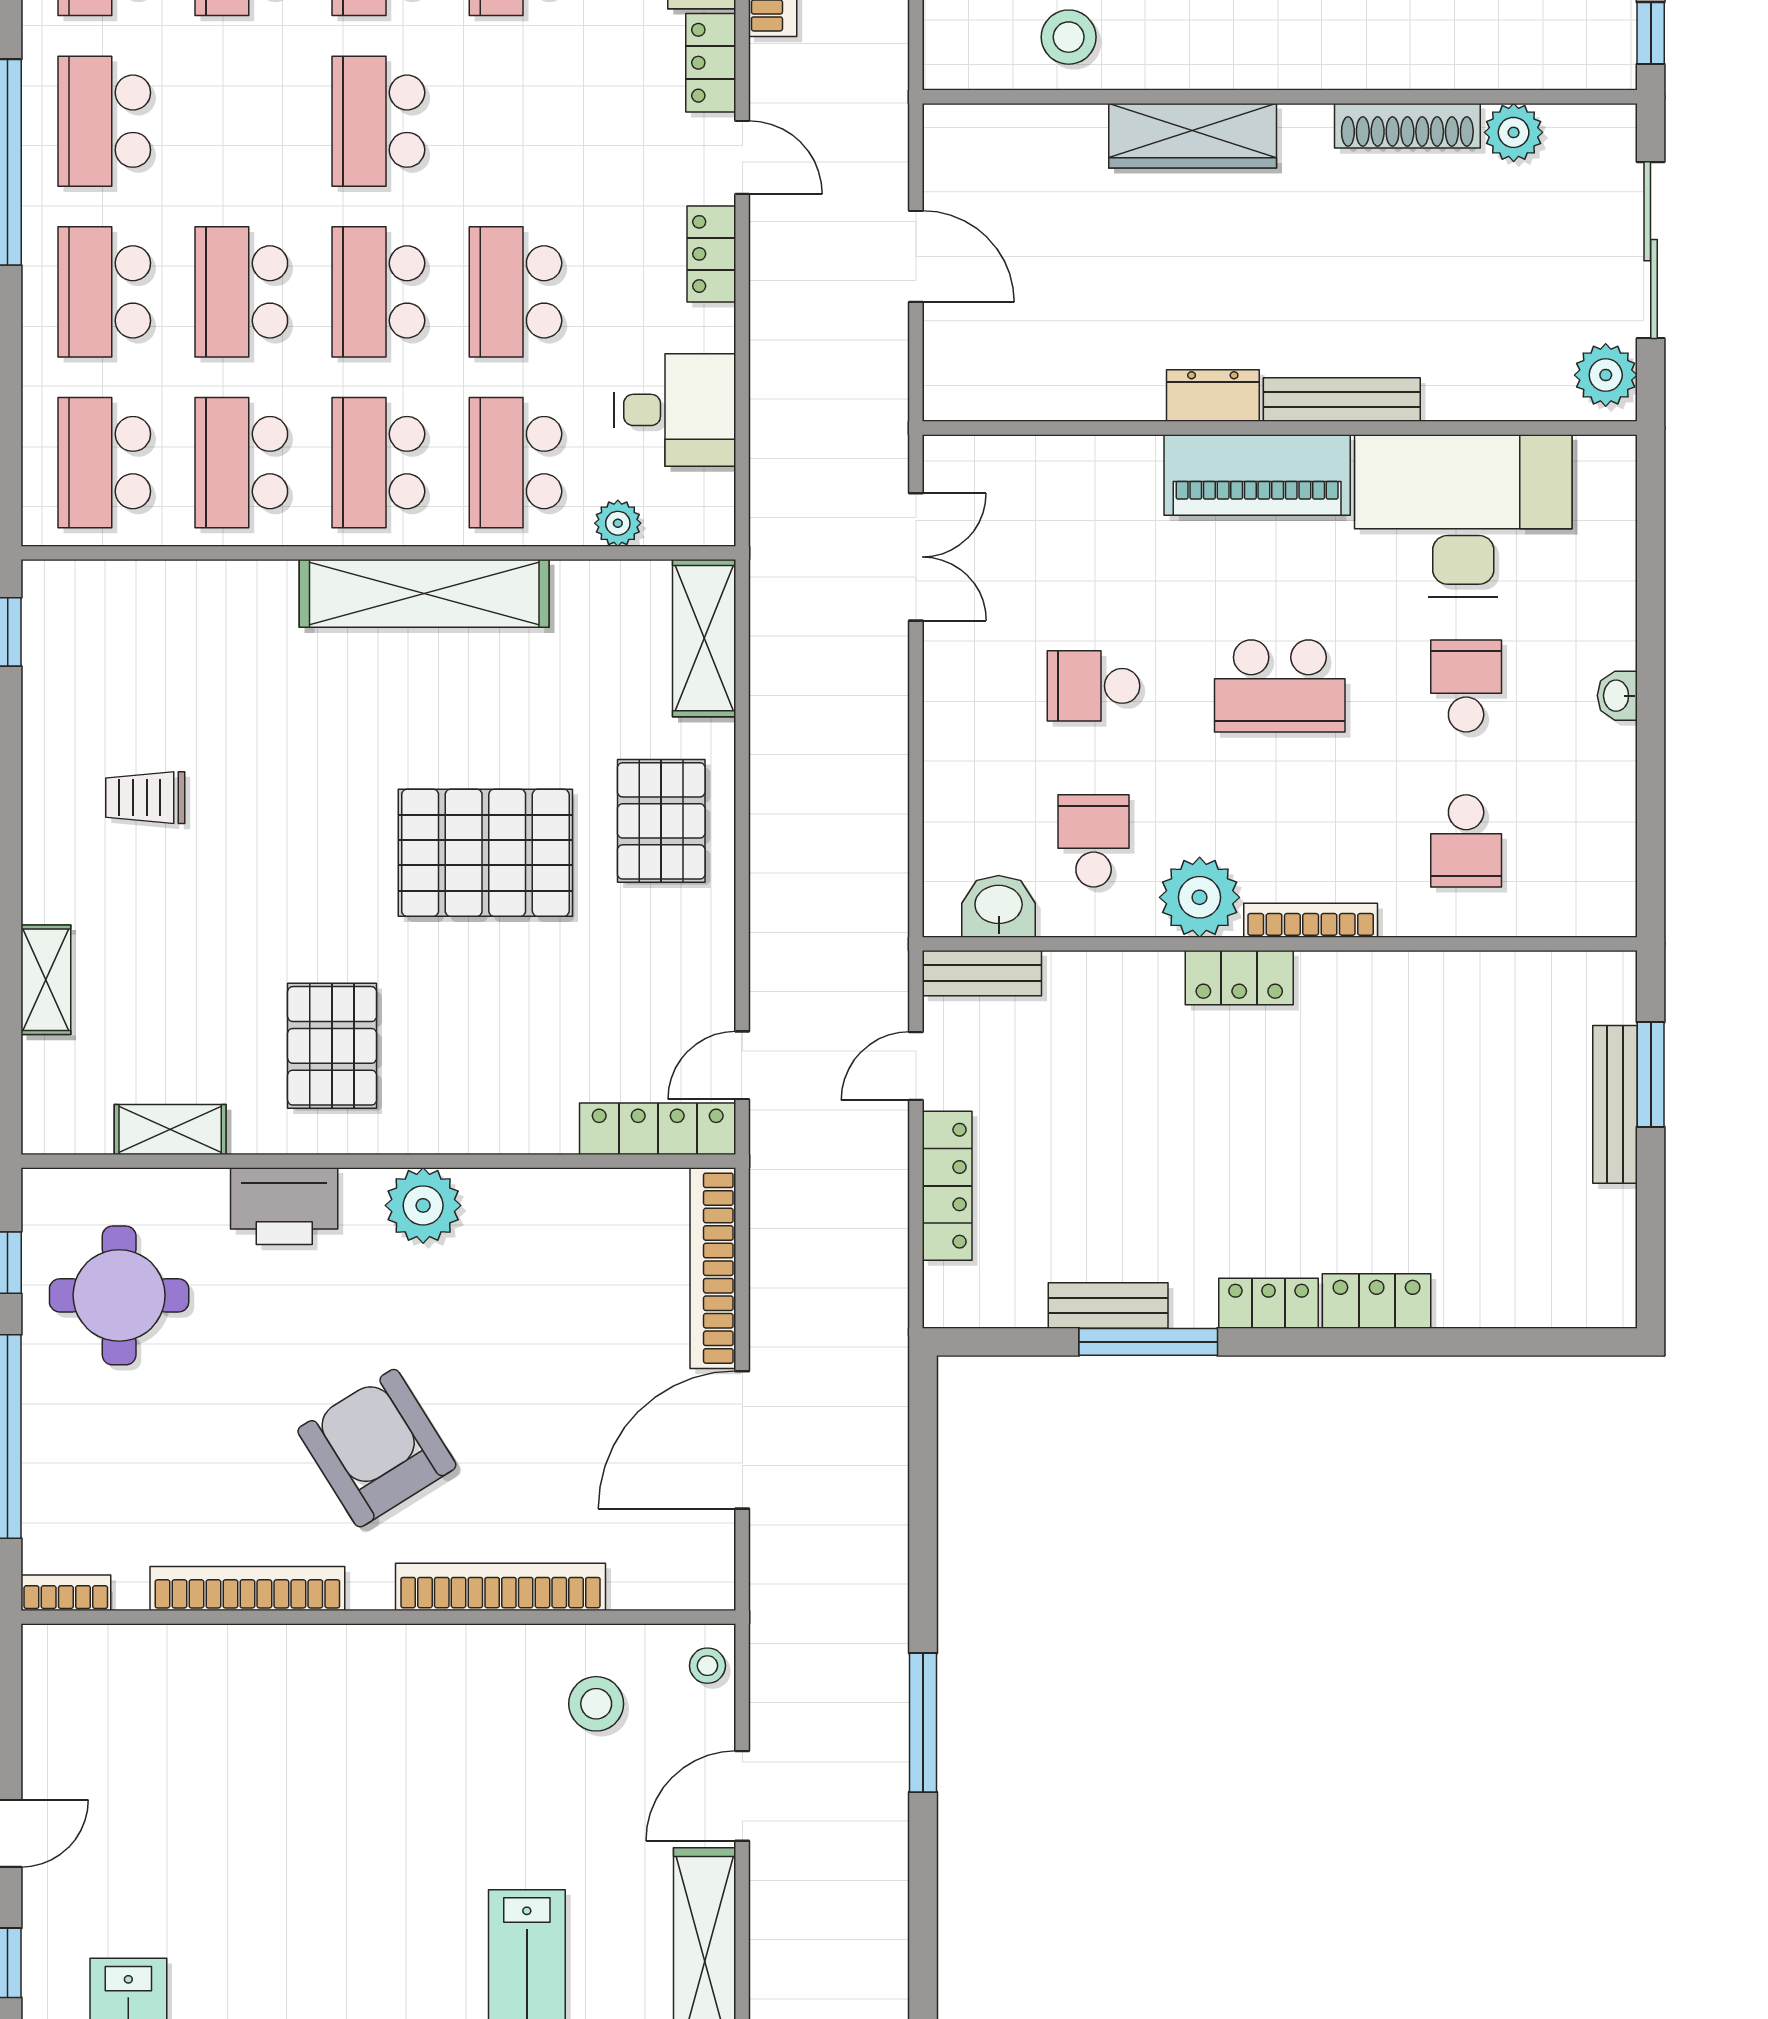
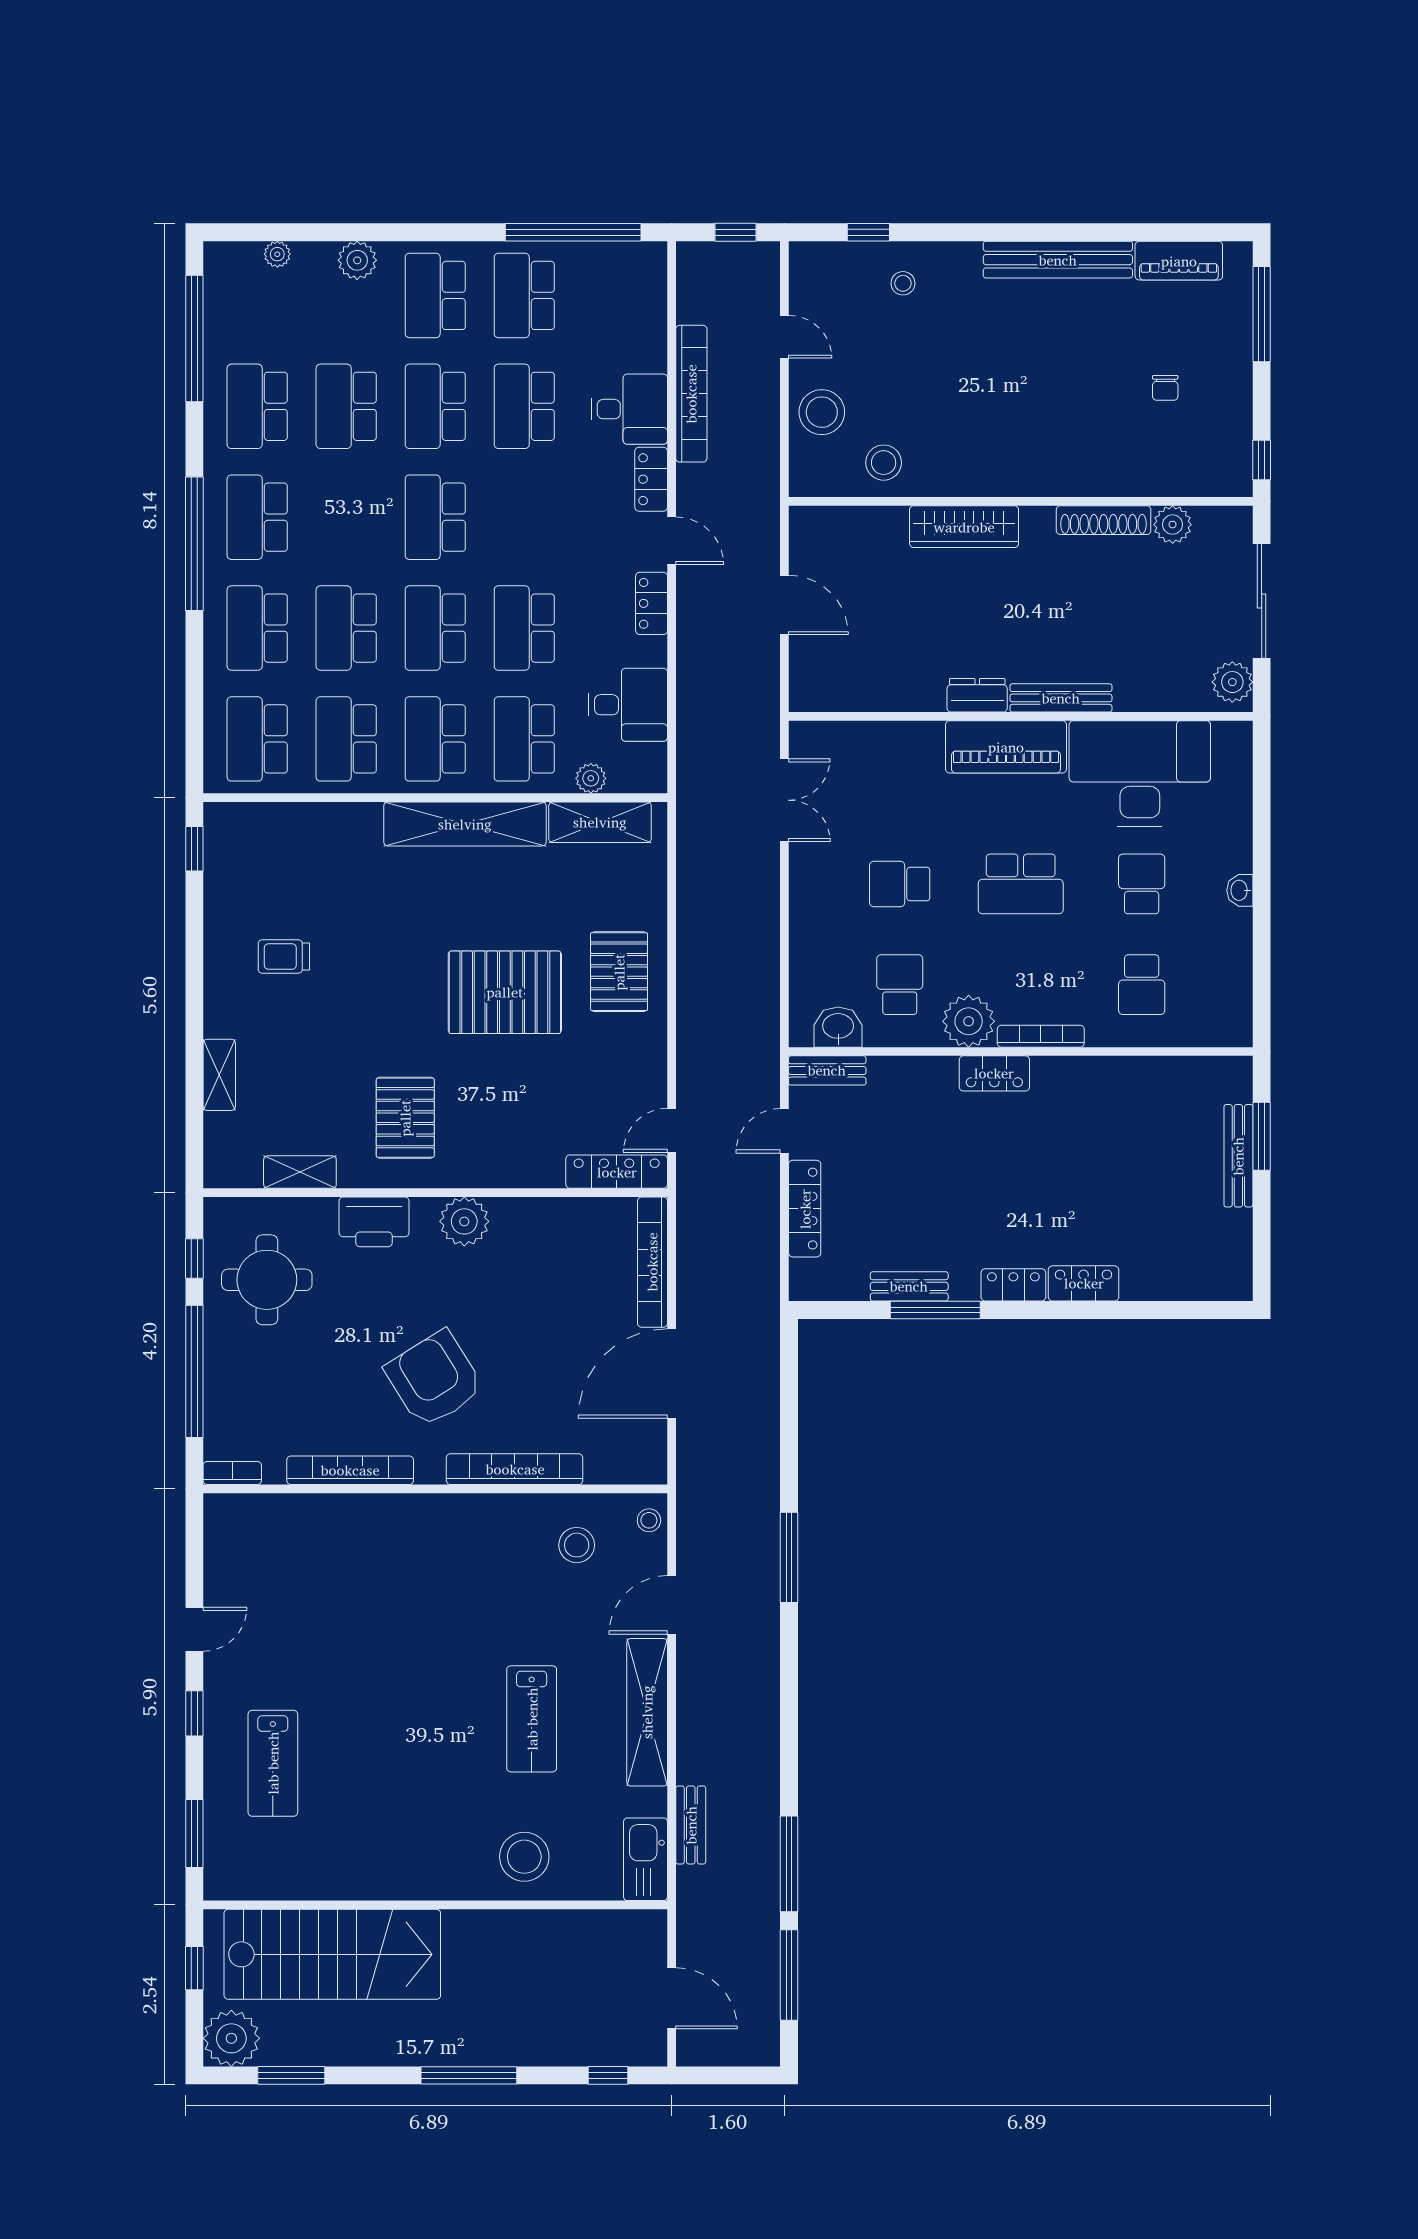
shelving: (704, 638) -> (600, 822), moved, turned 90

